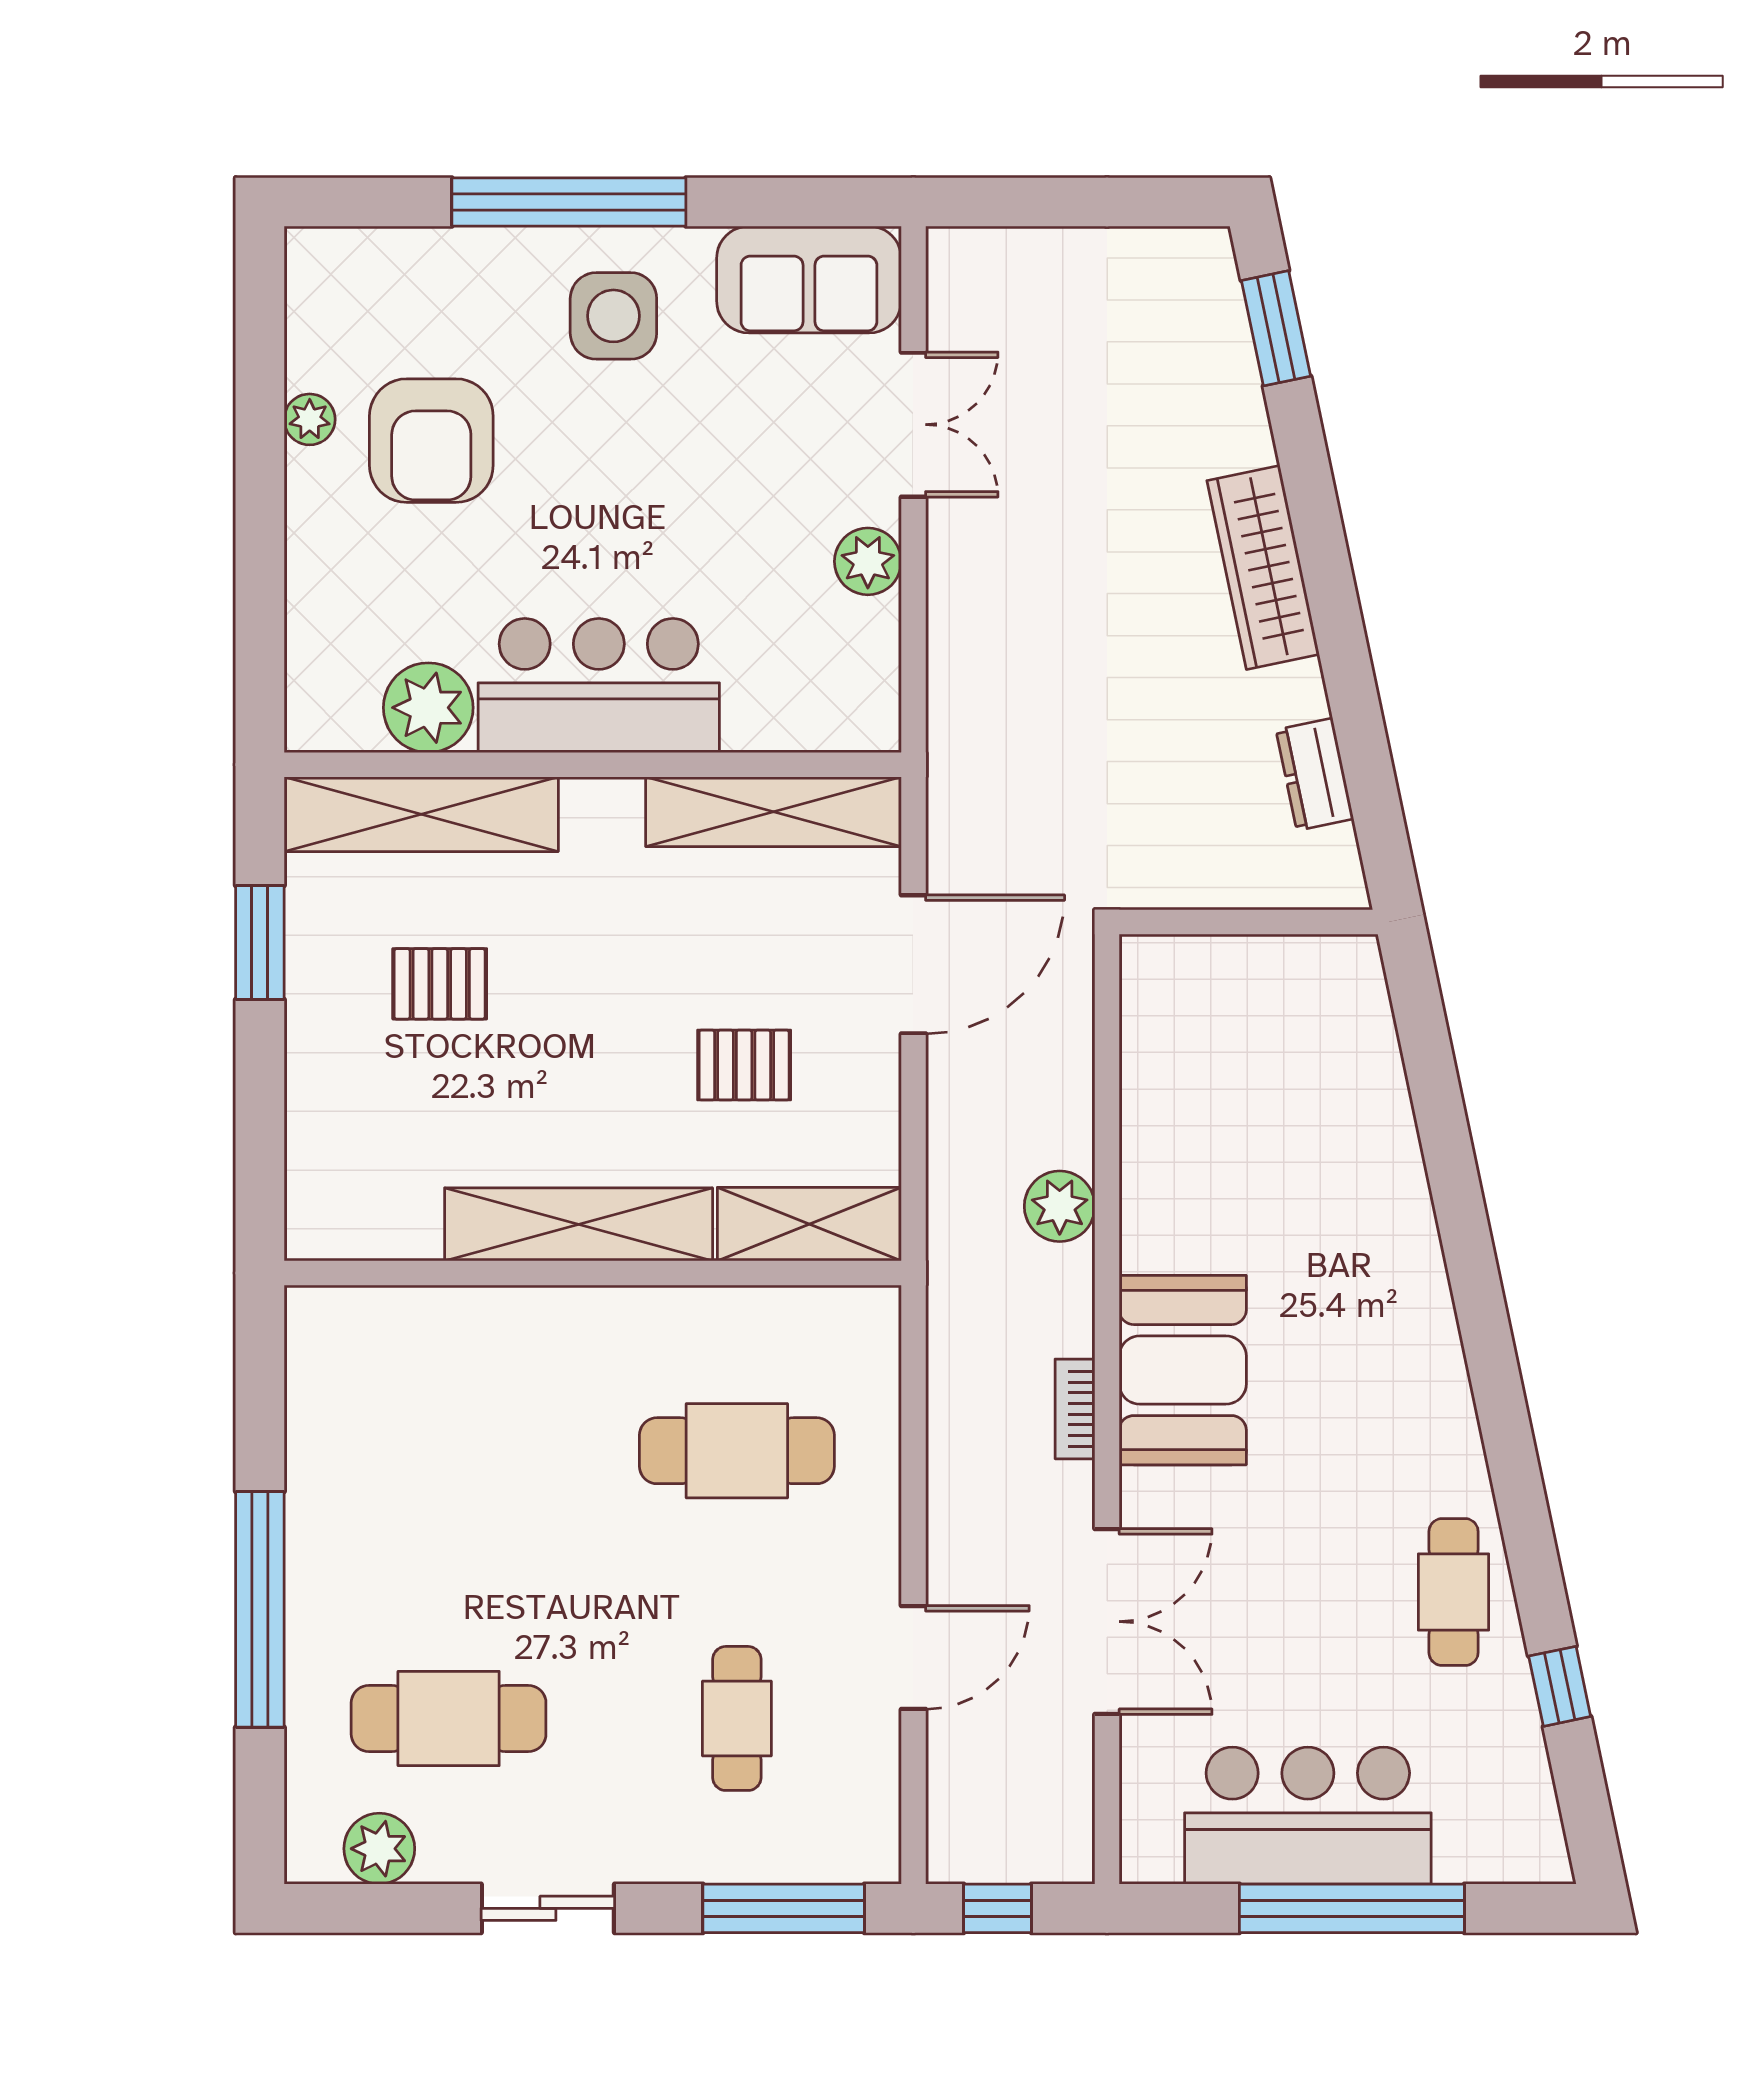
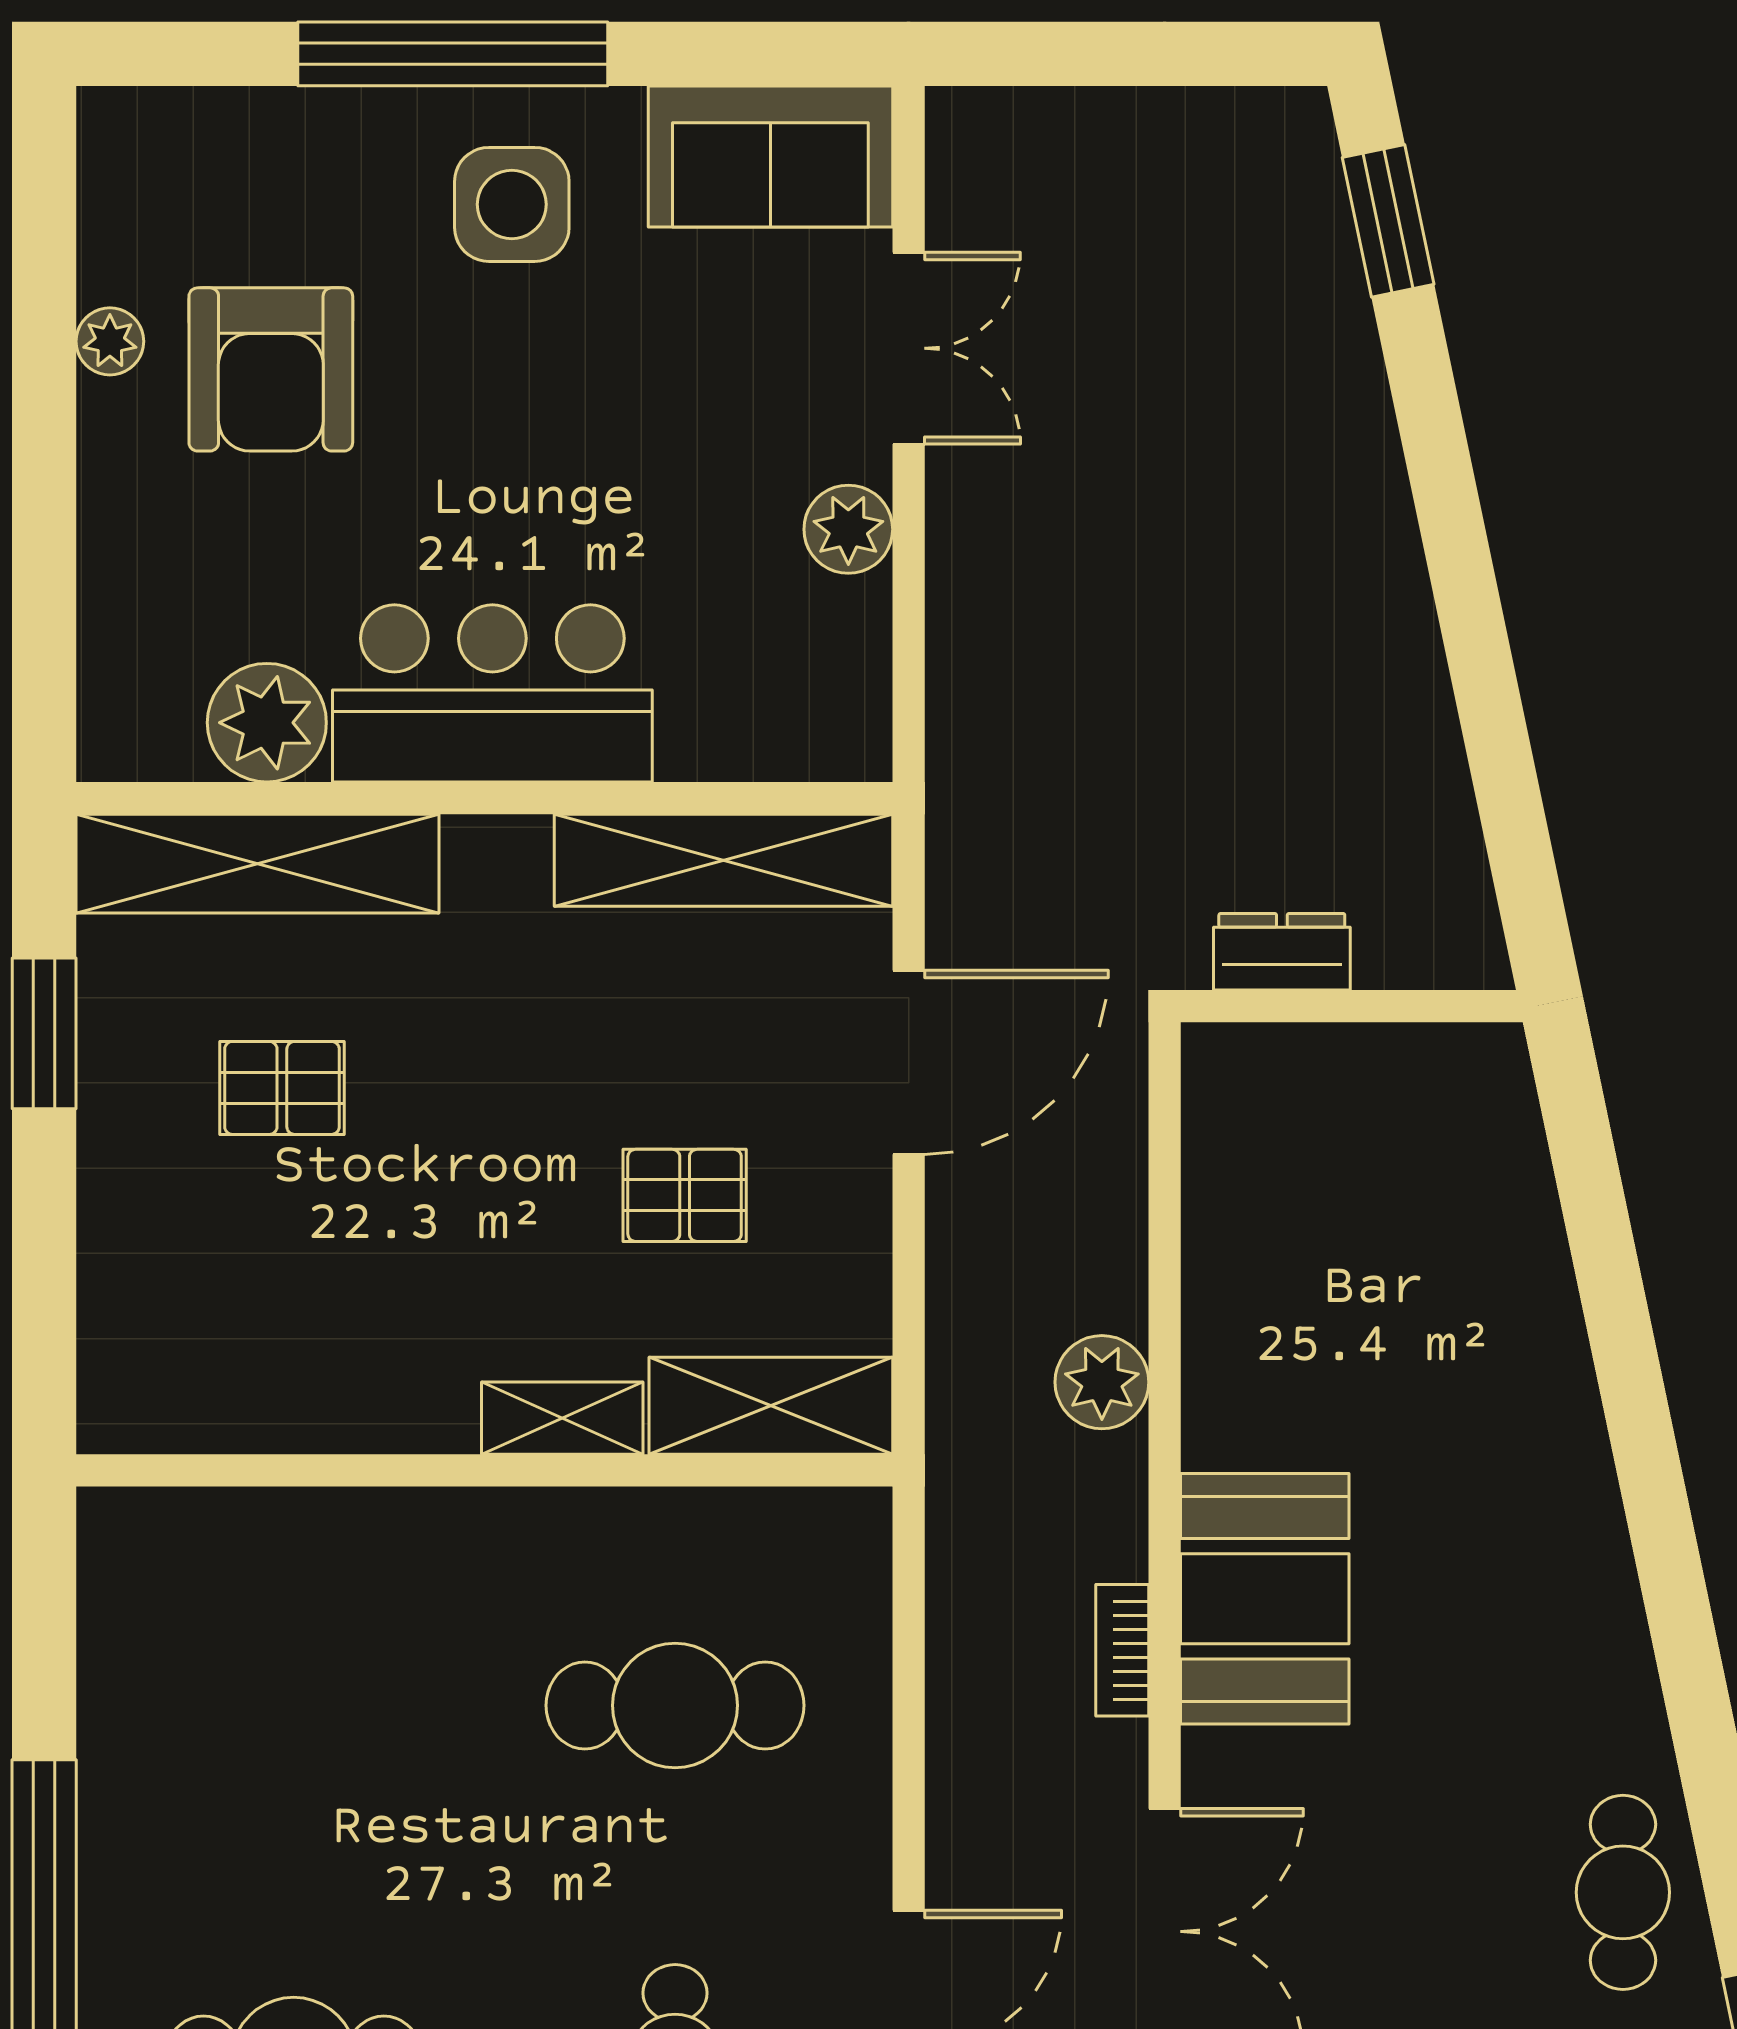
wardrobe: (1263, 567) -> (1371, 537), removed
dresser: (1315, 774) -> (1282, 952), moved, turned 102
shelving: (579, 1224) -> (562, 1418), width x0.45, depth x0.75

